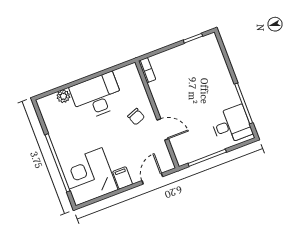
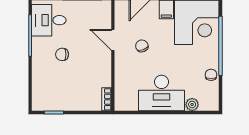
chair: (206, 97) -> (62, 54), added
chair: (136, 117) -> (142, 46), moved
chair: (56, 132) -> (211, 75), added

